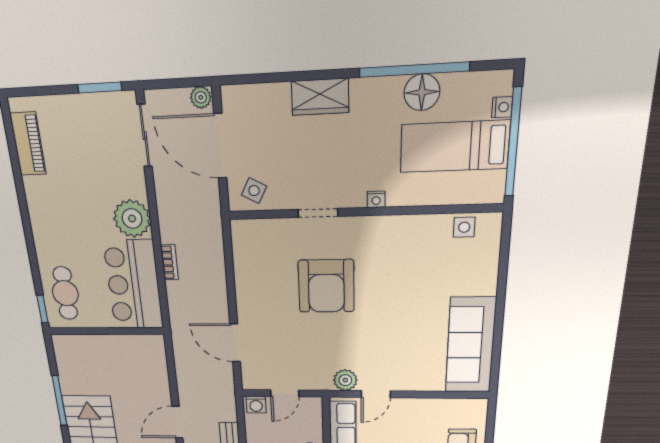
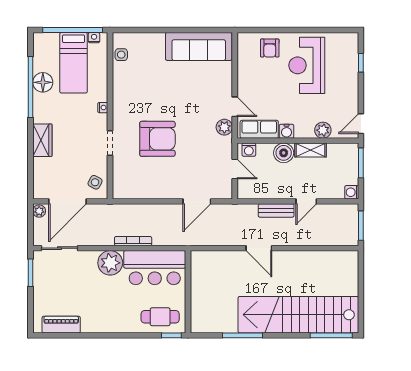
nightstand: (502, 107) -> (94, 38), moved
bookcase: (170, 262) -> (133, 241), width x1.56
washing machine: (256, 405) -> (249, 150), moved, turned 90

